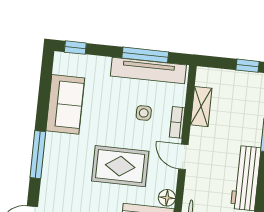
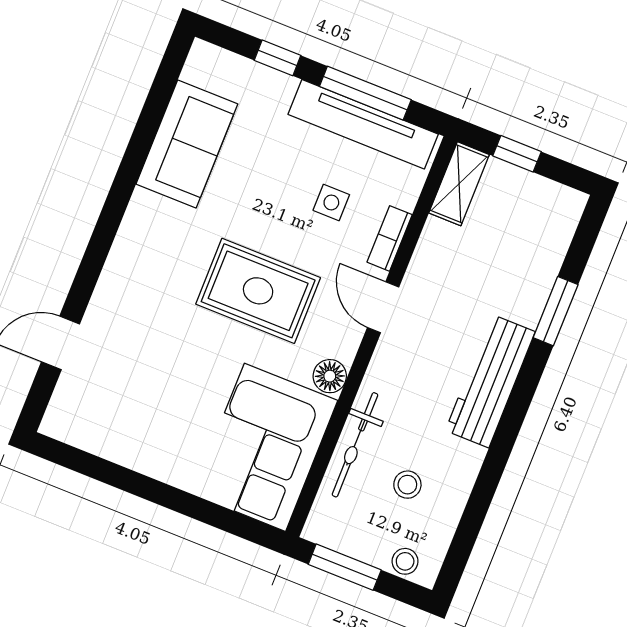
window: (75, 48) -> (277, 58), moved
window: (248, 66) -> (517, 154), moved
shelving: (201, 107) -> (459, 184), moved
window: (38, 155) -> (108, 225), removed

